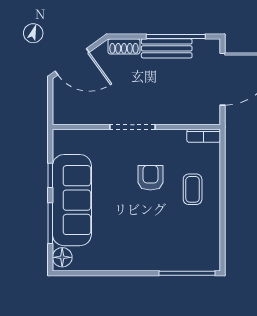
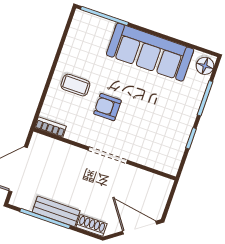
armchair: (150, 178) -> (107, 107), turned 90
coffee table: (193, 189) -> (75, 85), turned 90
sofa: (72, 200) -> (150, 52), moved, turned -90

